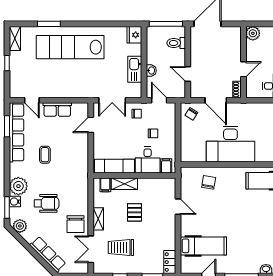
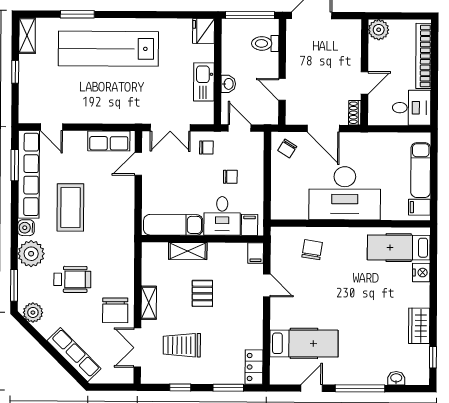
row of seats: (57, 109) -> (109, 141), moved
coffee table: (45, 155) -> (70, 207), width x1.86, depth x1.72
filing cabinet: (105, 185) -> (256, 253), moved
water cooler: (15, 202) -> (26, 228), moved

